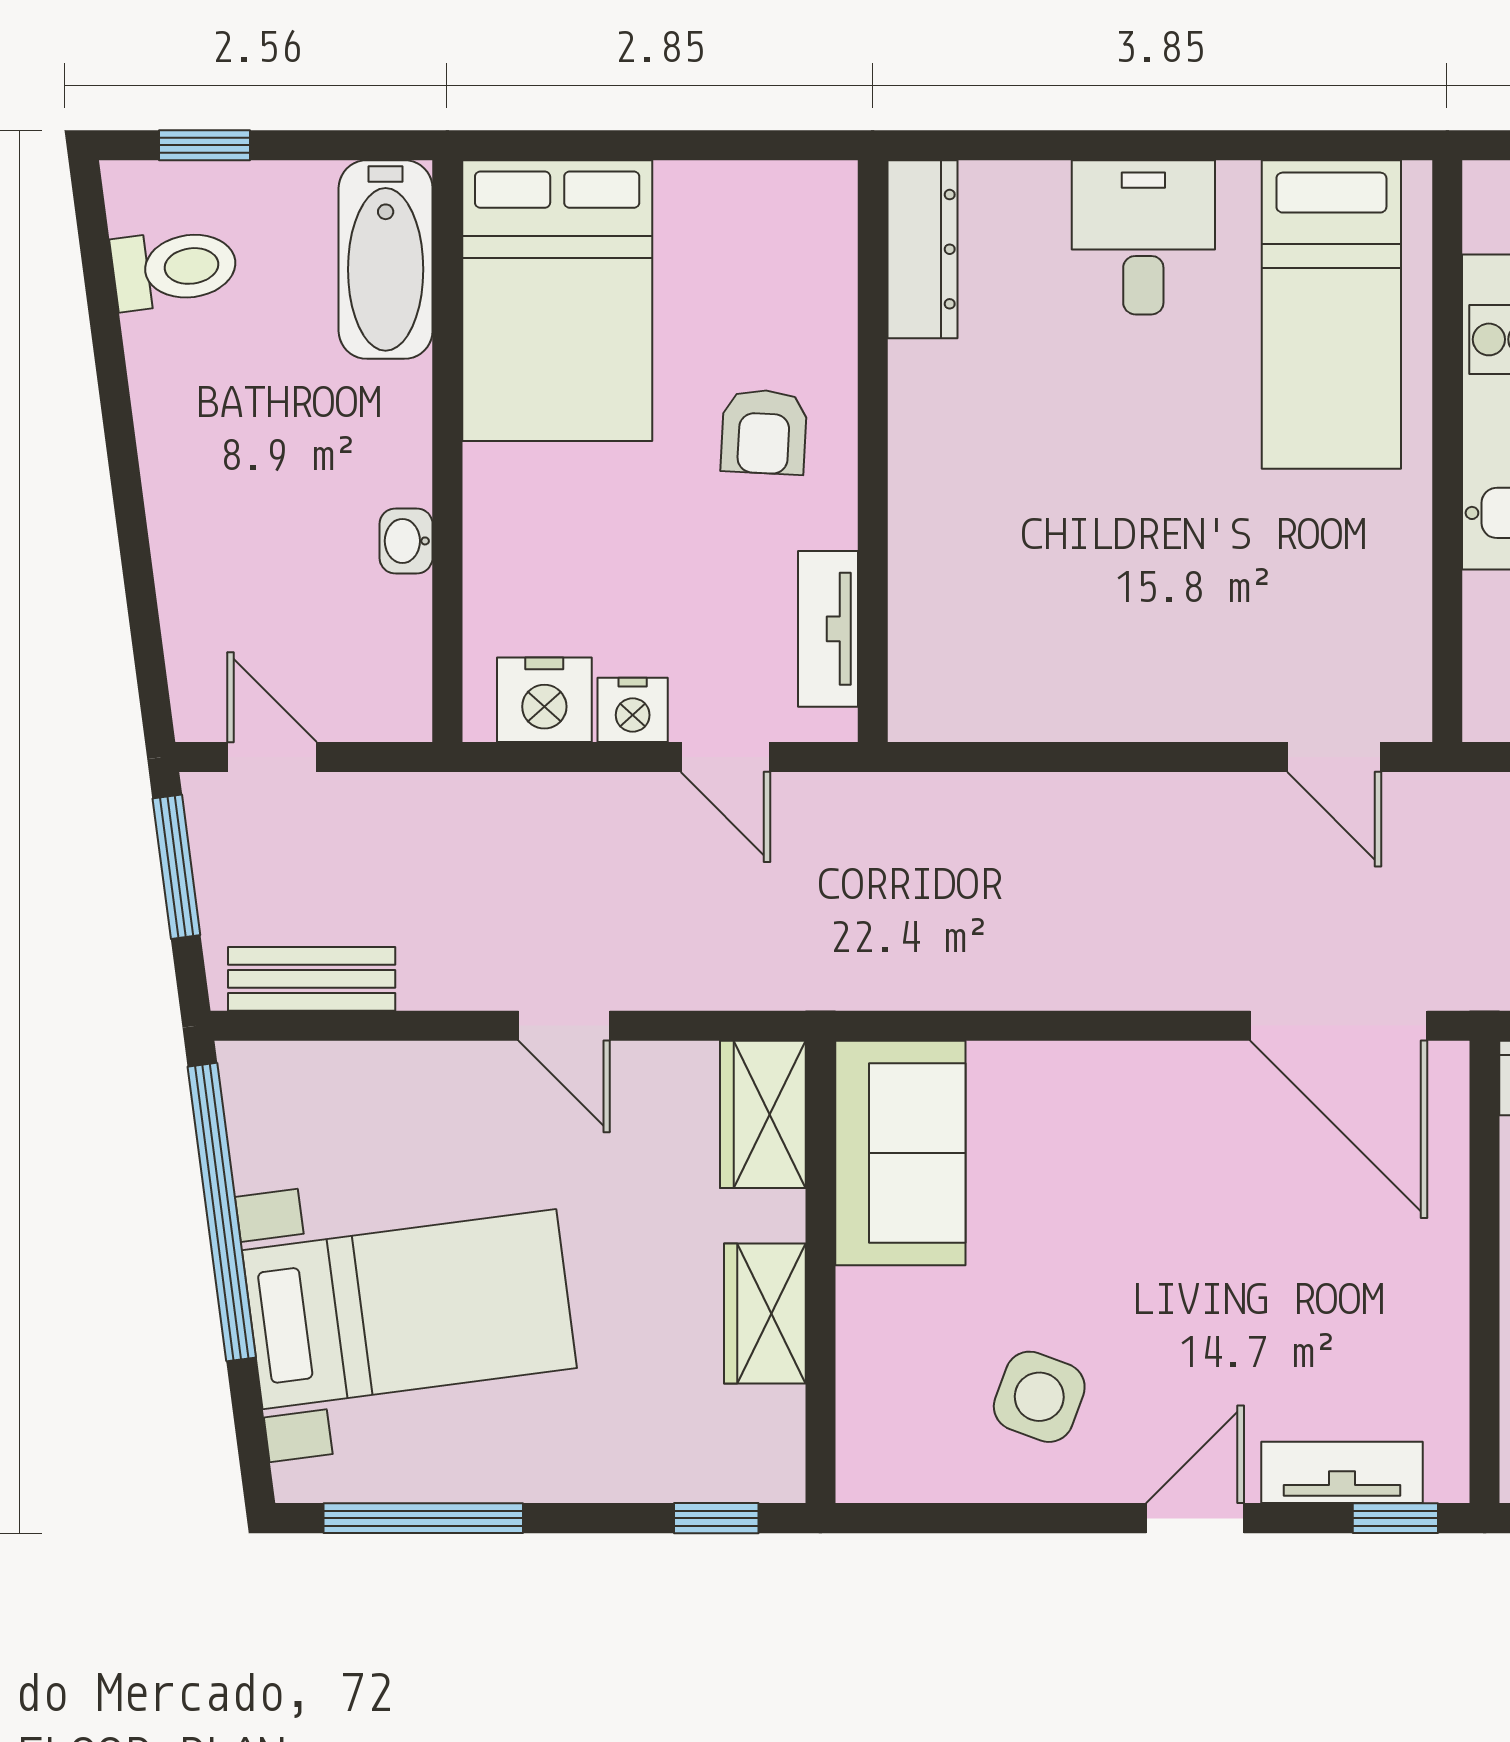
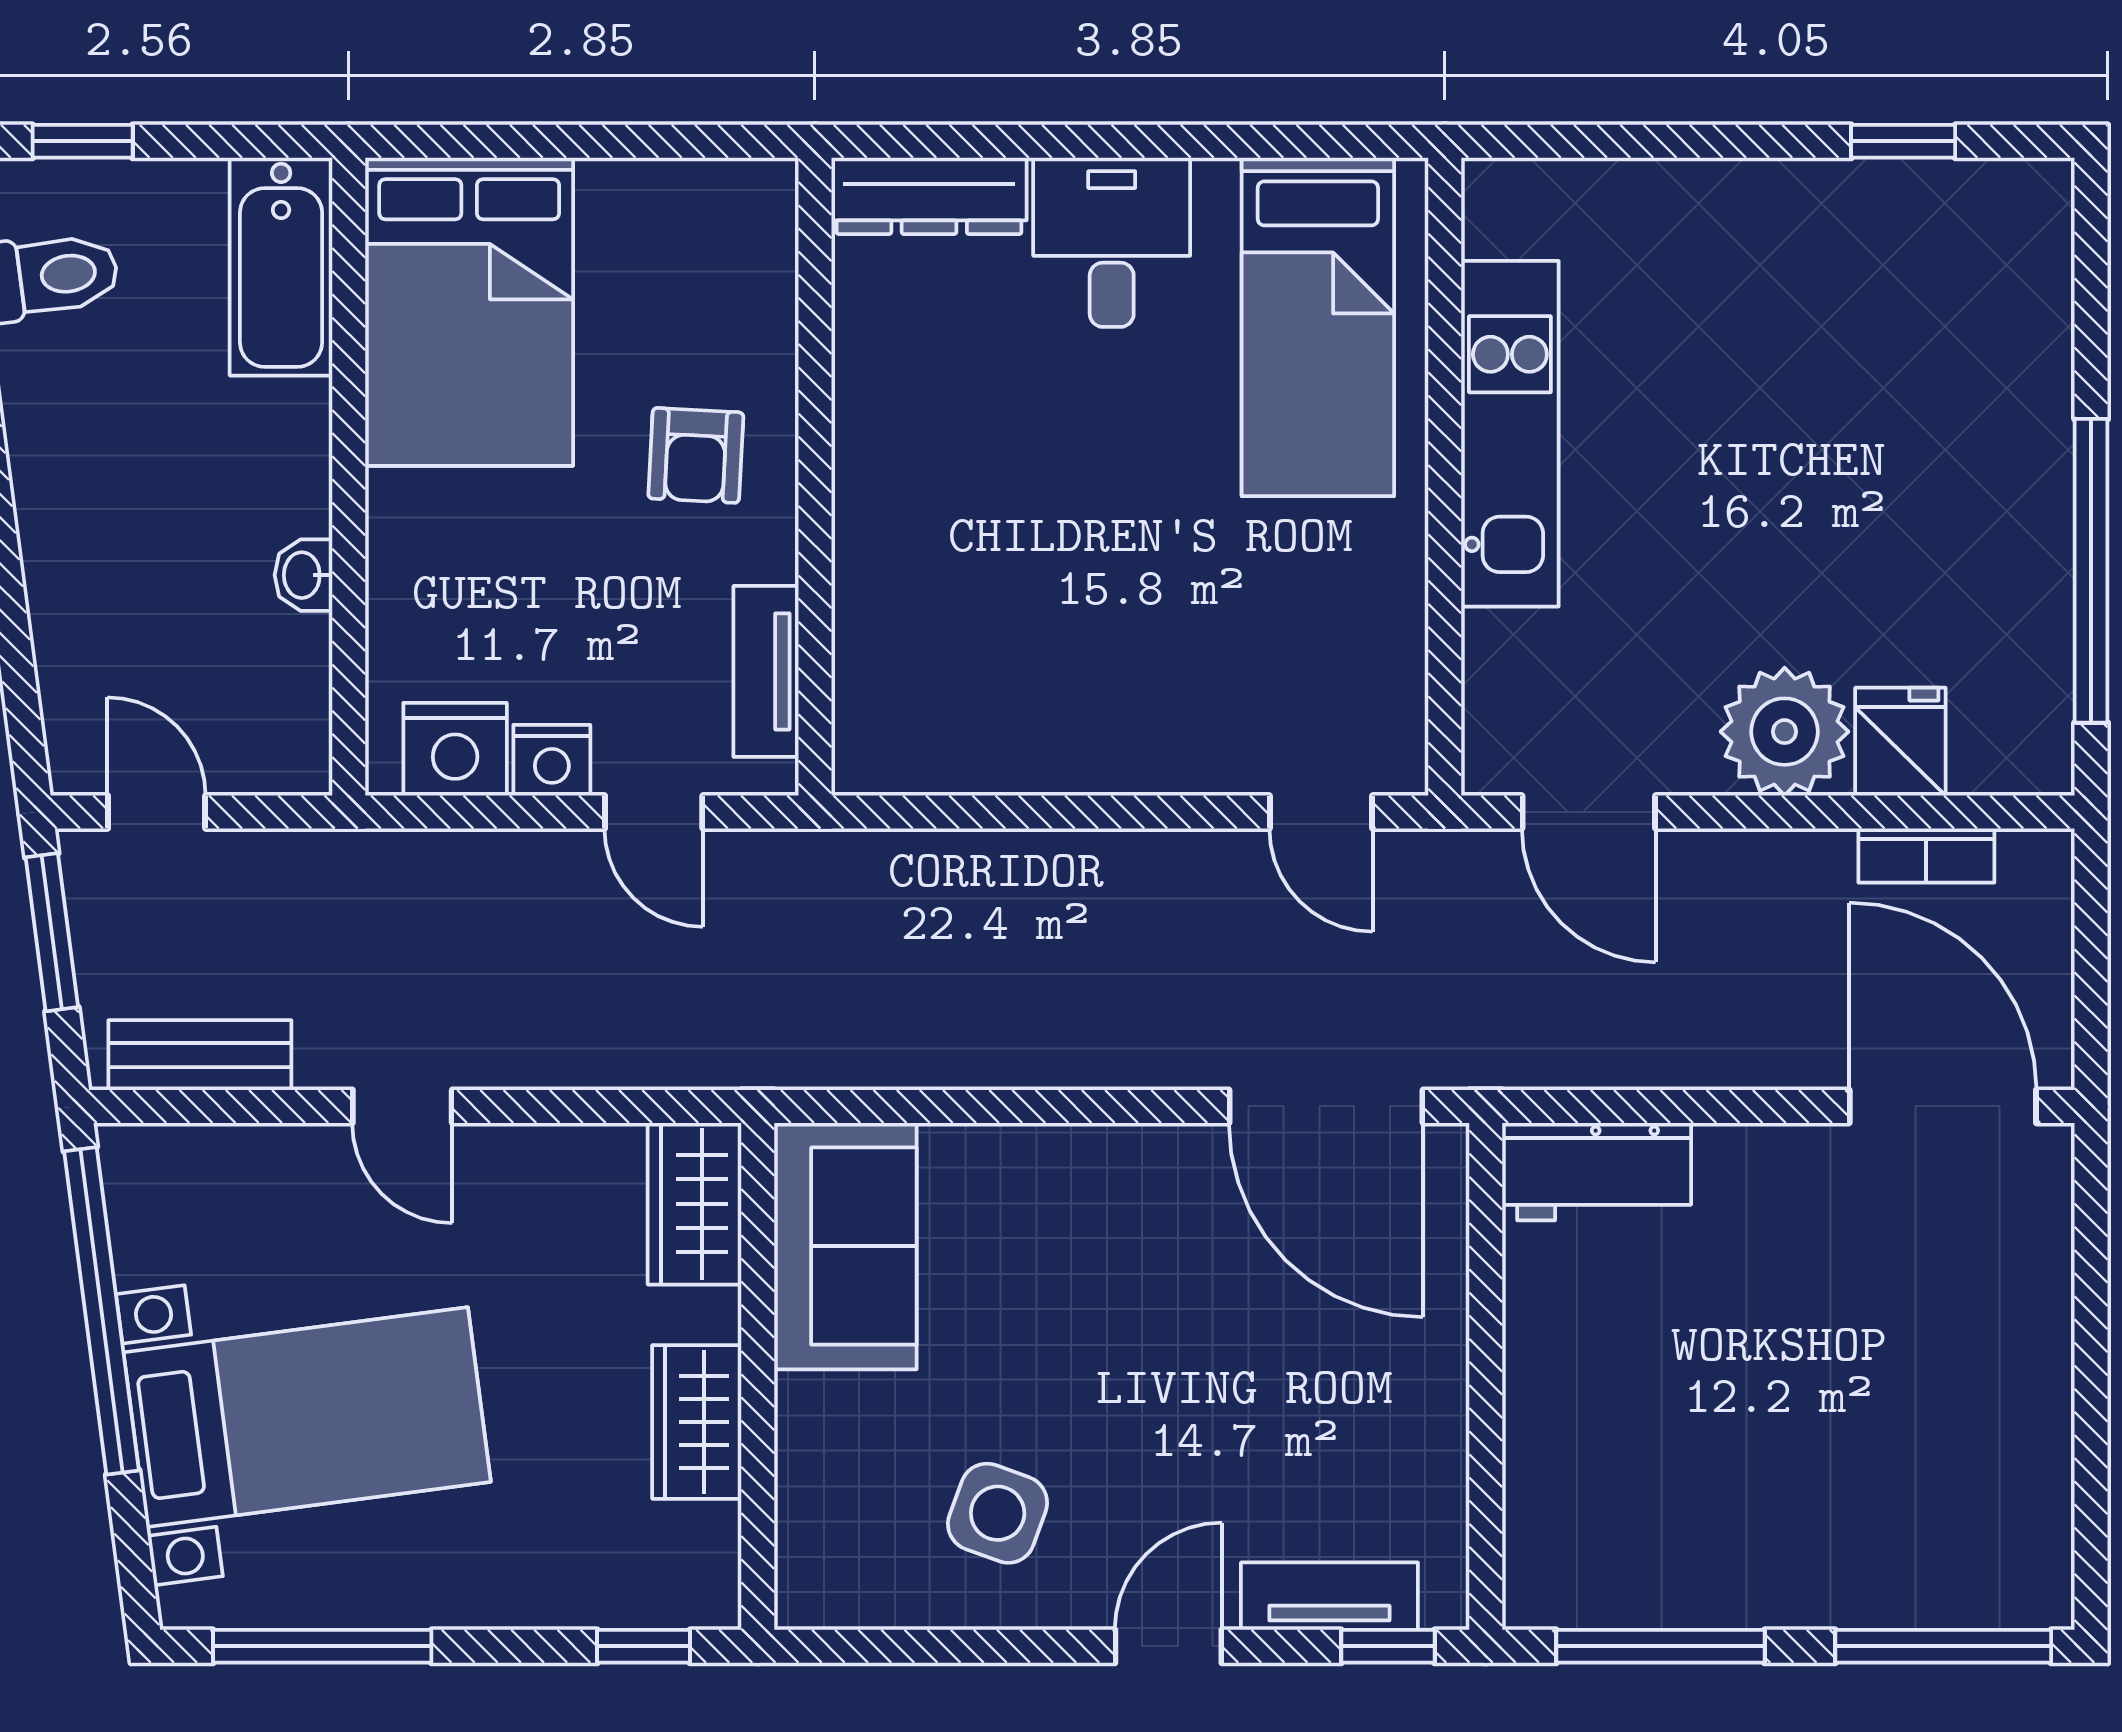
dresser: (922, 249) -> (929, 196), moved, turned 90
door: (564, 1026) -> (402, 1106), moved

